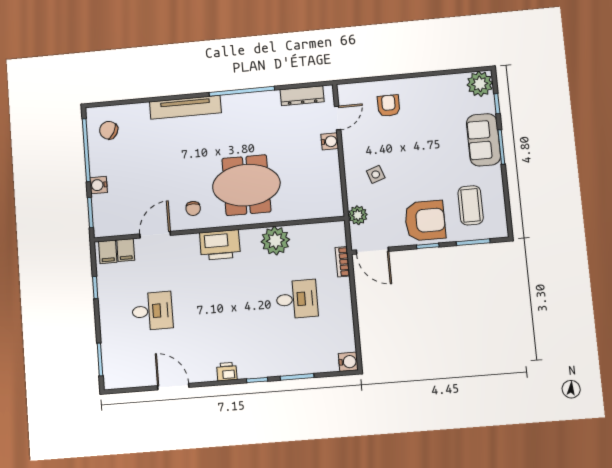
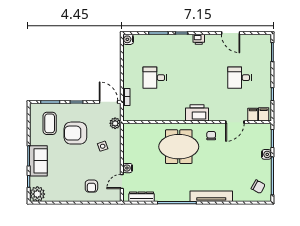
armchair: (425, 221) -> (75, 133), moved
plant: (275, 241) -> (164, 113), removed

